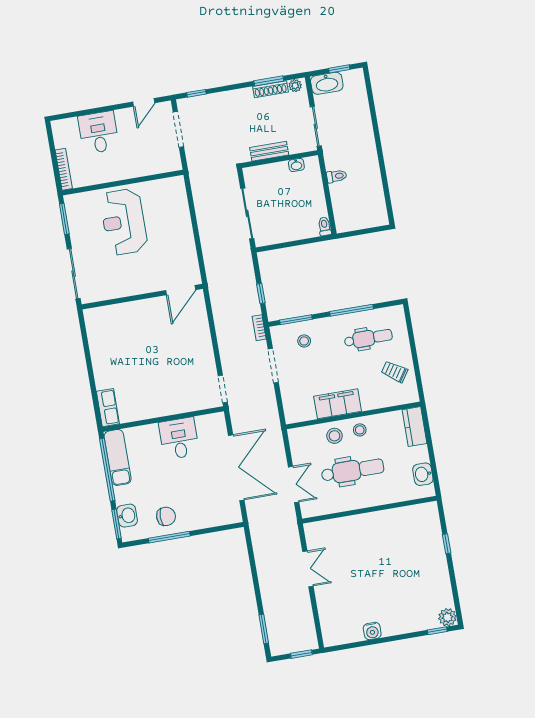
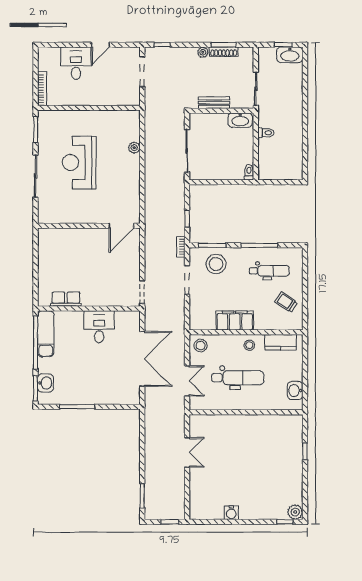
washbasin: (327, 83) -> (290, 55), moved
plant: (295, 86) -> (203, 52), moved
door: (144, 102) -> (100, 45), moved
washbasin: (296, 165) -> (240, 120), width x1.91, depth x1.45
plant: (184, 220) -> (134, 148), added
reception desk: (124, 222) -> (79, 163), moved
door: (181, 290) -> (121, 226), moved
wall: (142, 297) -> (89, 226), moved
stool: (304, 341) -> (216, 264), width x1.89, depth x1.89
row of seats: (108, 408) -> (66, 299), moved, turned -90
kitchen counter: (415, 427) -> (281, 342), moved, turned -90
stool: (334, 436) -> (200, 346), moved
chair: (166, 516) -> (77, 389), removed

